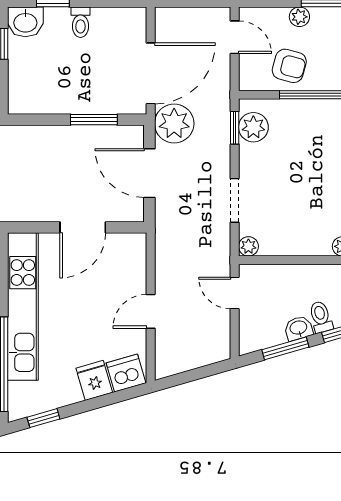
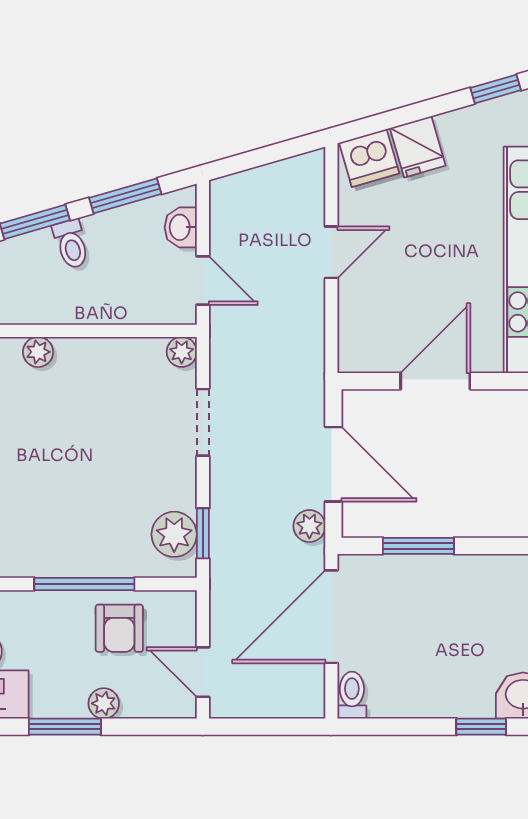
toilet: (81, 22) -> (352, 695), moved
armchair: (289, 66) -> (119, 628), turned -105
plant: (174, 124) -> (309, 526), width x0.53, depth x0.53
washbasin: (299, 328) -> (181, 227), moved, turned 106

